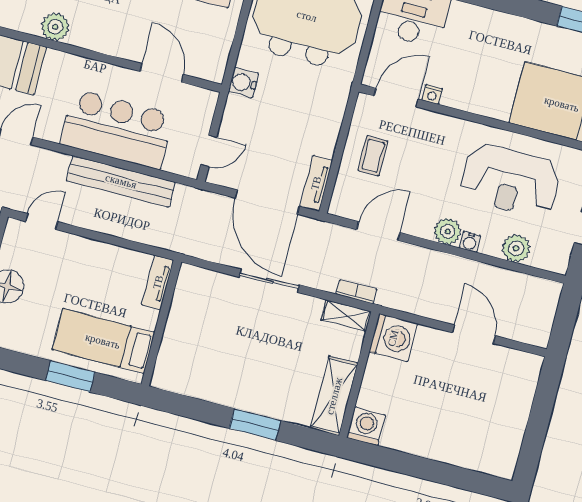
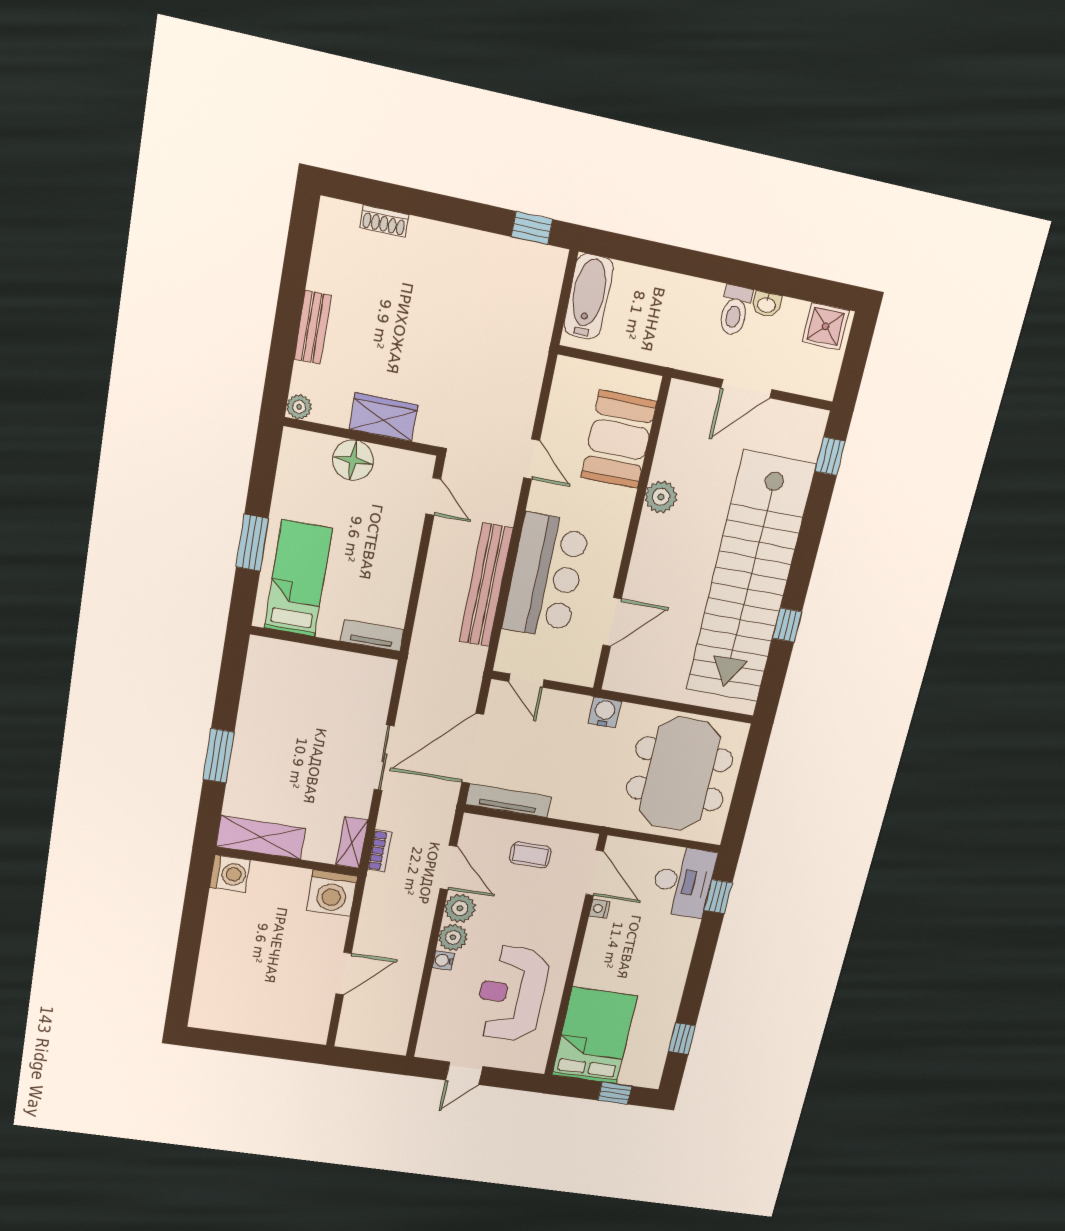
tv unit: (316, 183) -> (508, 801), width x1.41
plant: (516, 248) -> (460, 908), moved

